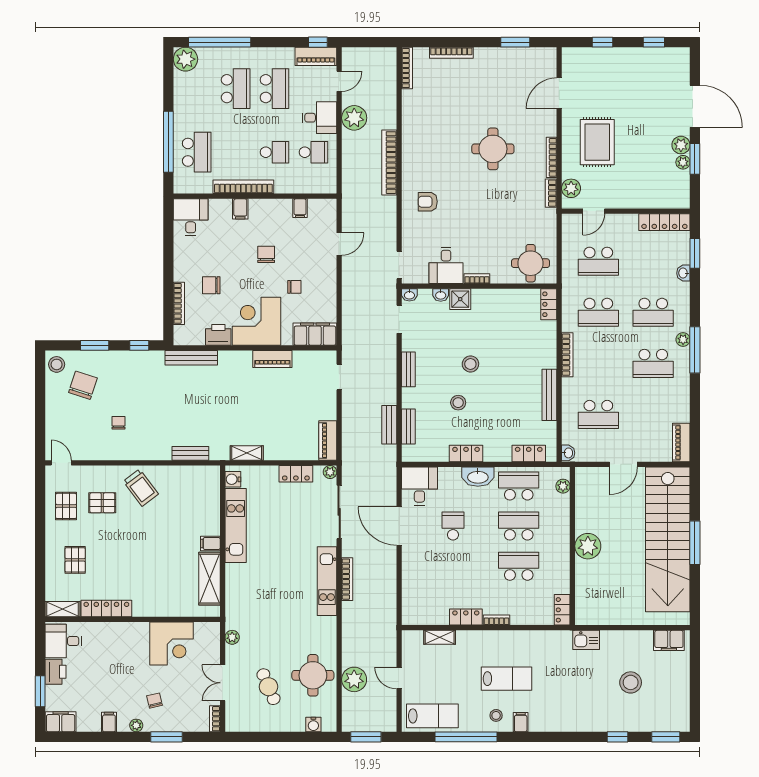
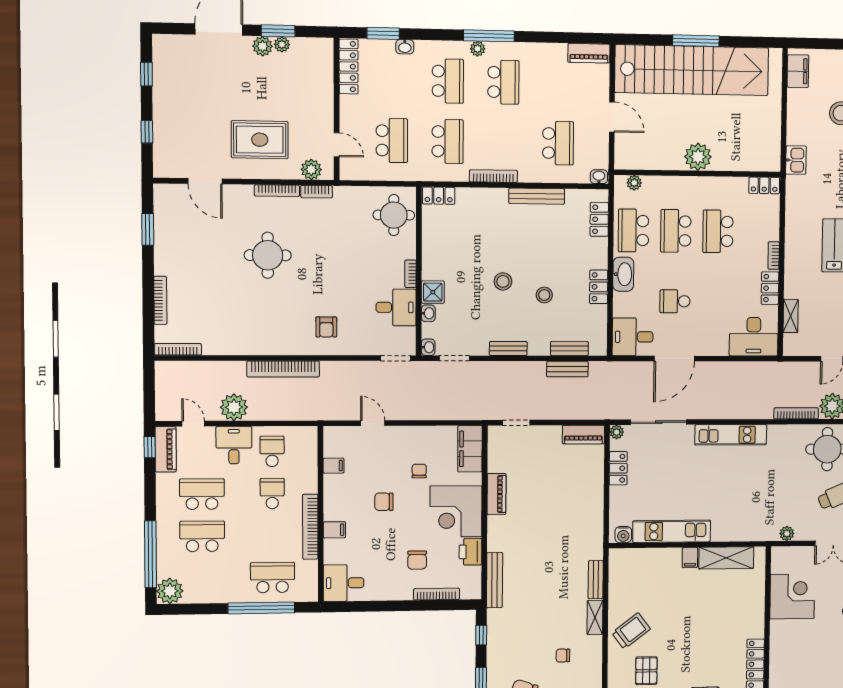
shelving: (247, 453) -> (595, 617), moved
bookcase: (347, 579) -> (796, 413), moved
desk: (420, 602) -> (754, 337), added

